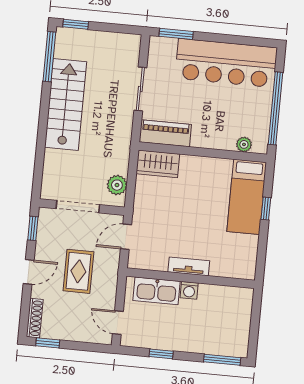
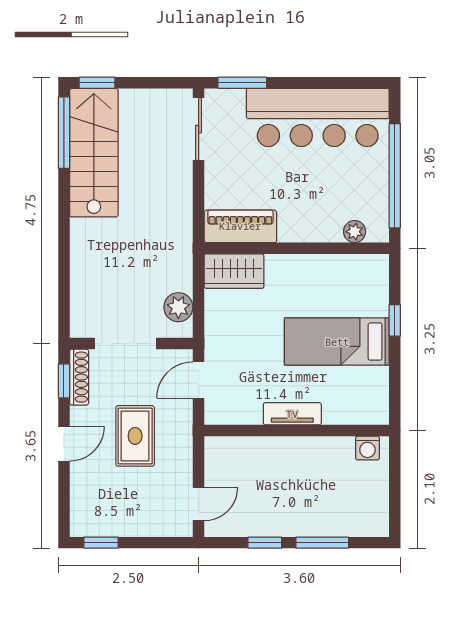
sliding door: (140, 89) -> (199, 129), moved
stairs: (66, 105) -> (94, 153), moved
bed: (247, 197) -> (337, 342), moved, turned 90
washing machine: (189, 290) -> (367, 448), moved
kitchen sink: (156, 291) -> (249, 453), removed
shoe rack: (35, 318) -> (79, 377), moved
door: (118, 323) -> (199, 504), swing flipped
window: (222, 360) -> (322, 543), moved

